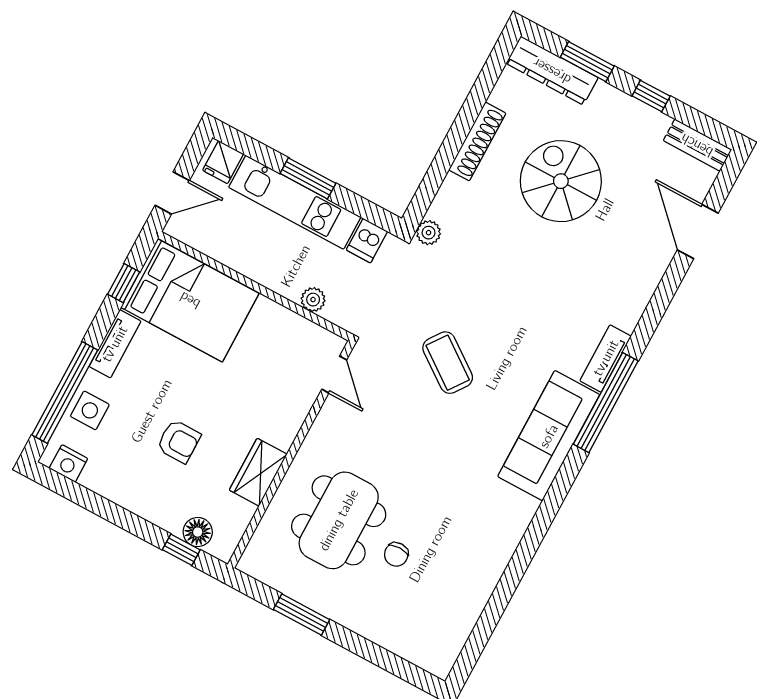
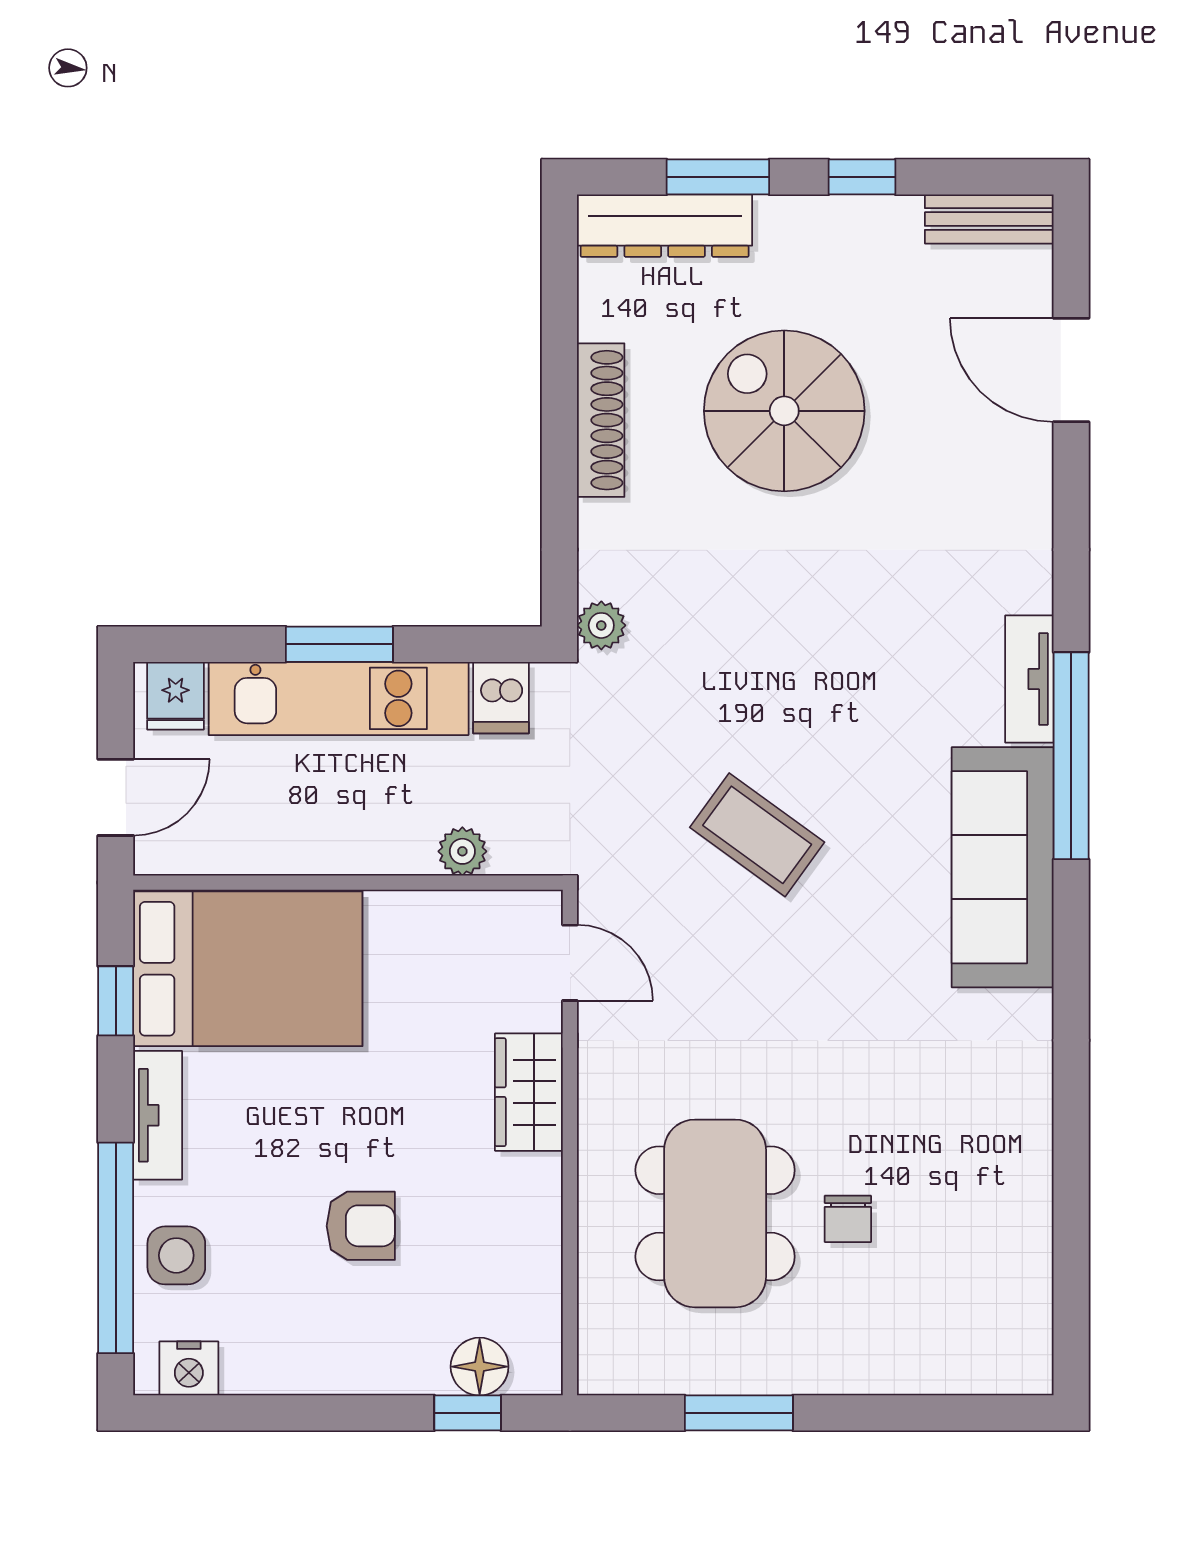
wardrobe: (258, 472) -> (529, 1092), moved

